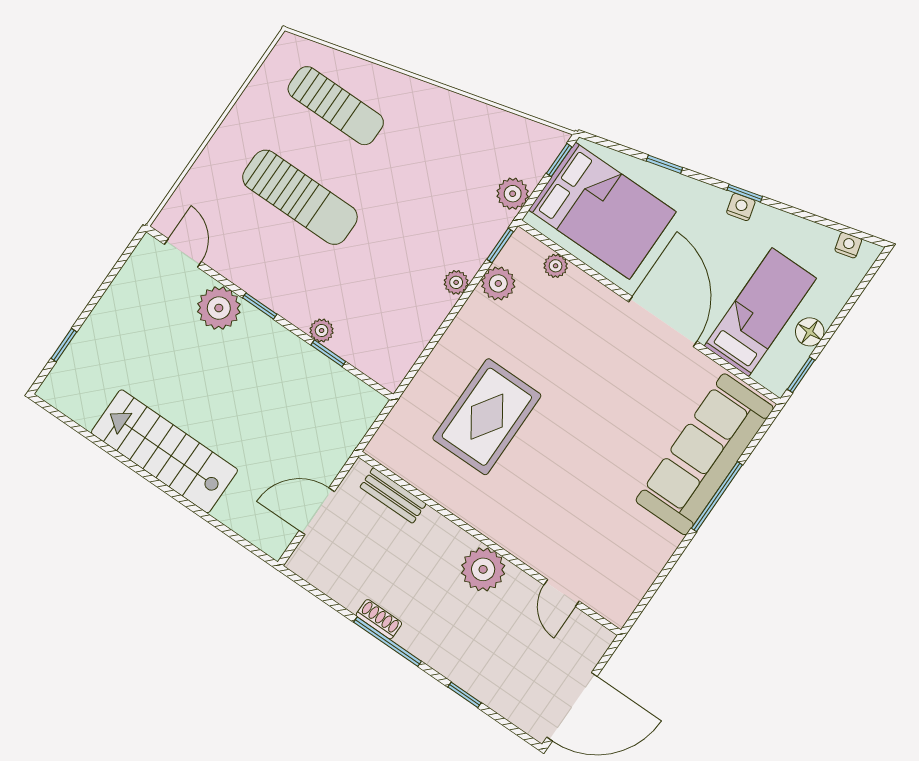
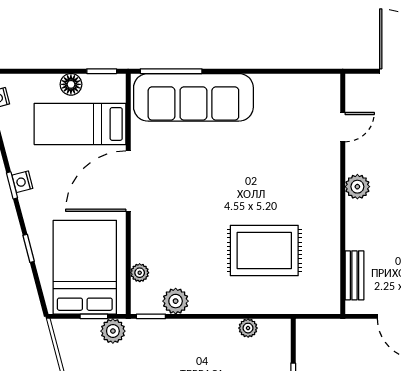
window: (559, 160) -> (94, 316), moved
plant: (456, 282) -> (248, 328), moved
window: (717, 497) -> (171, 71), moved
plant: (483, 569) -> (357, 187), width x0.73, depth x0.73

